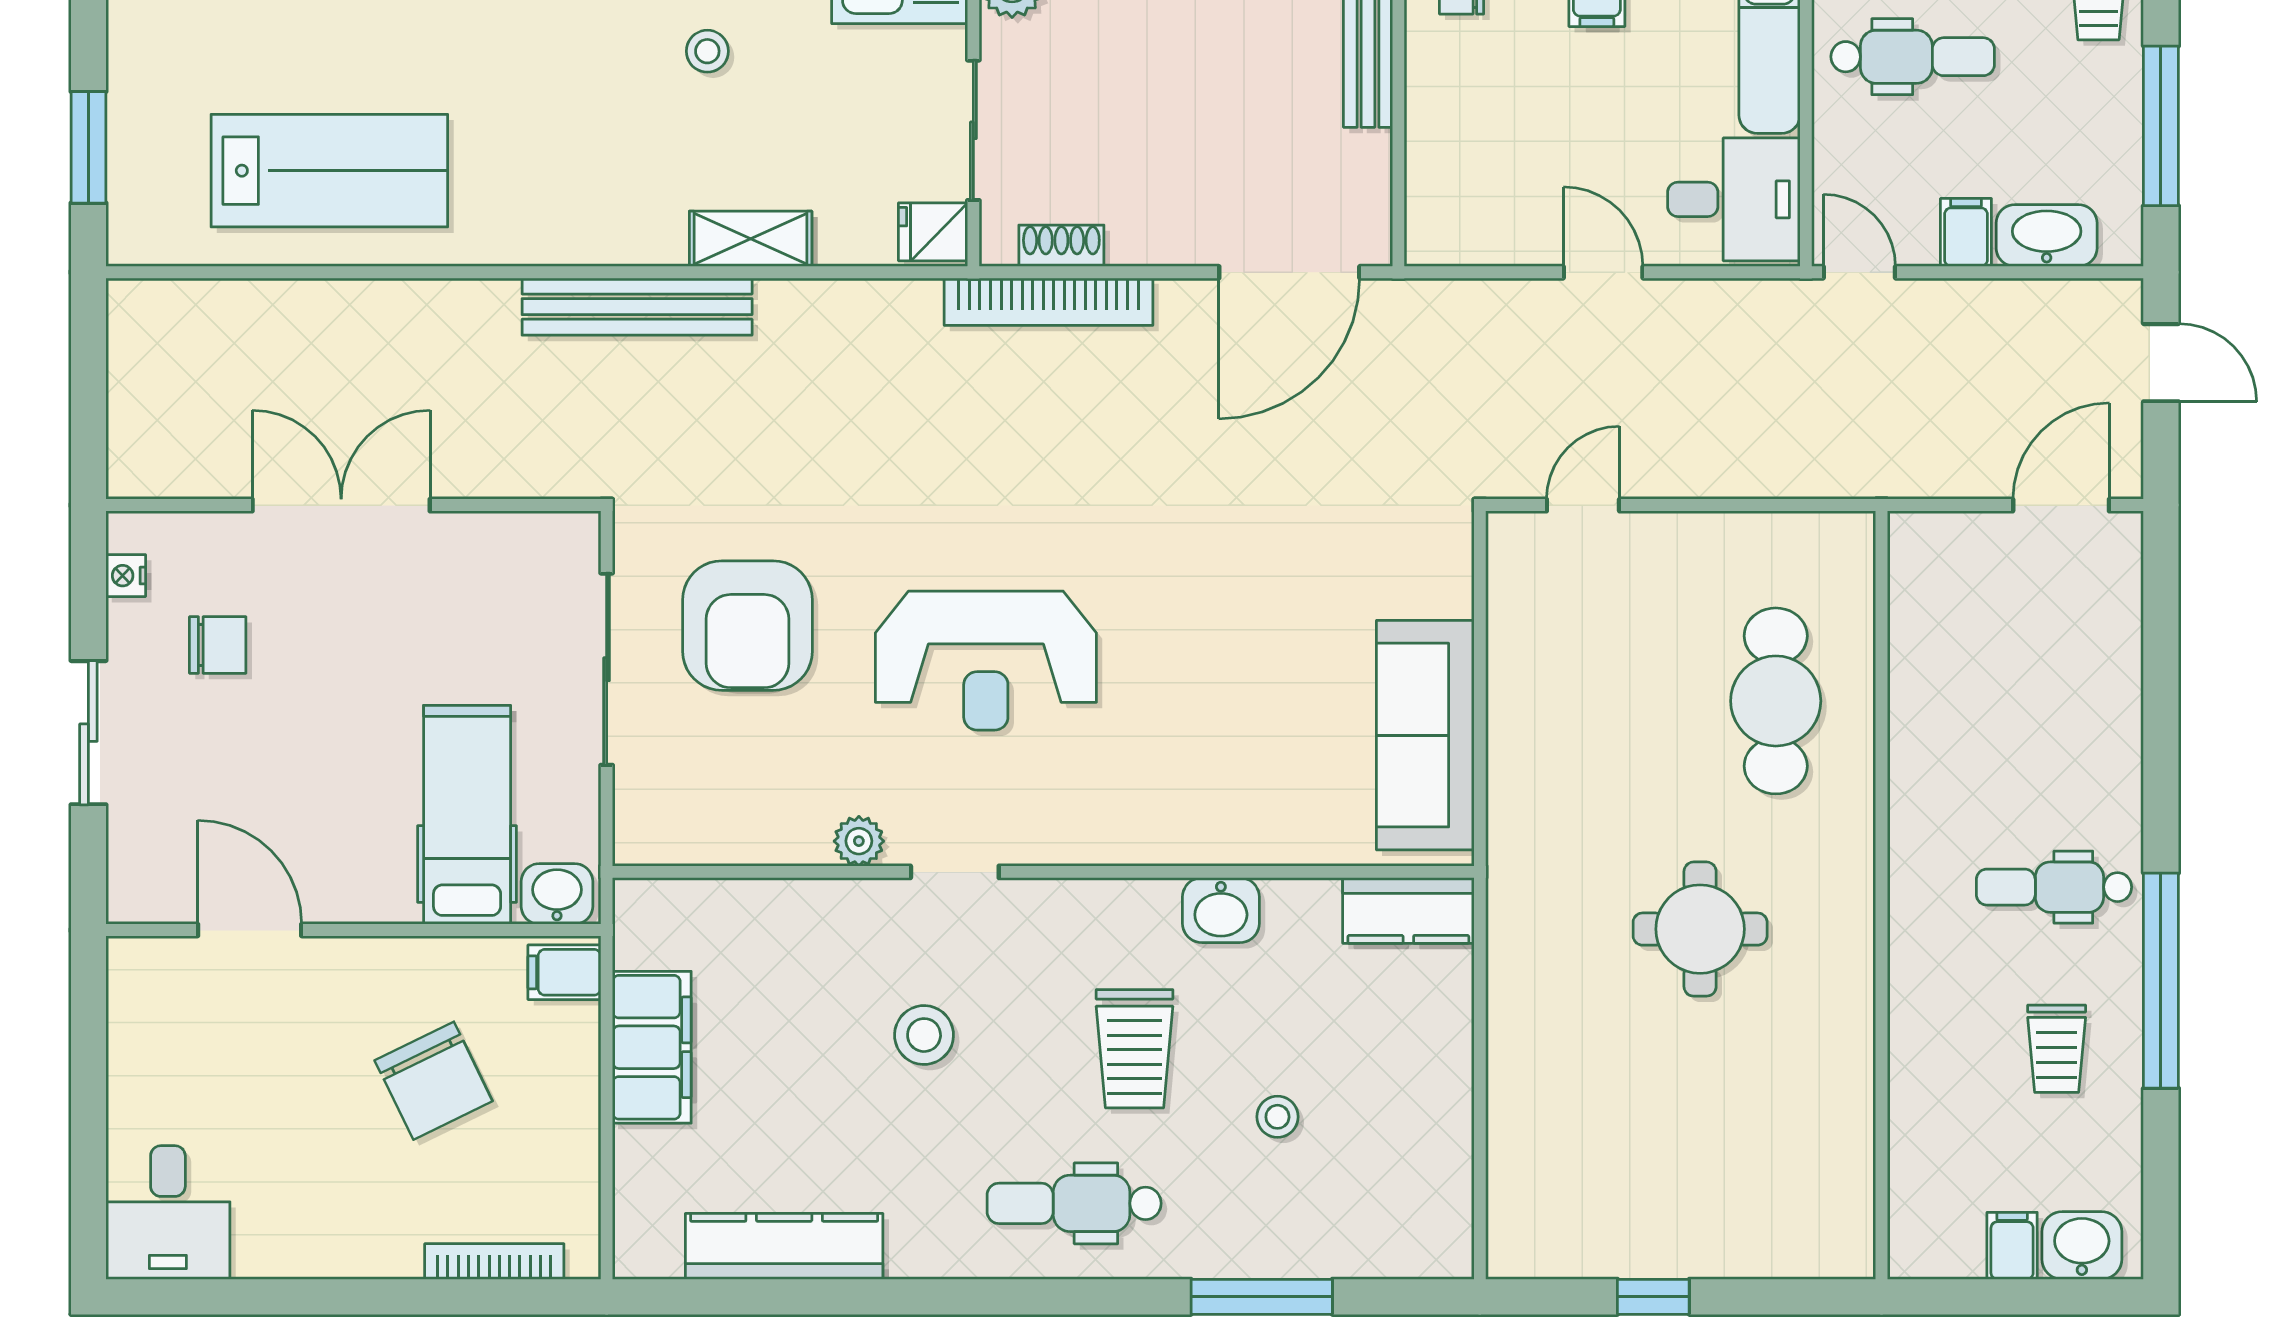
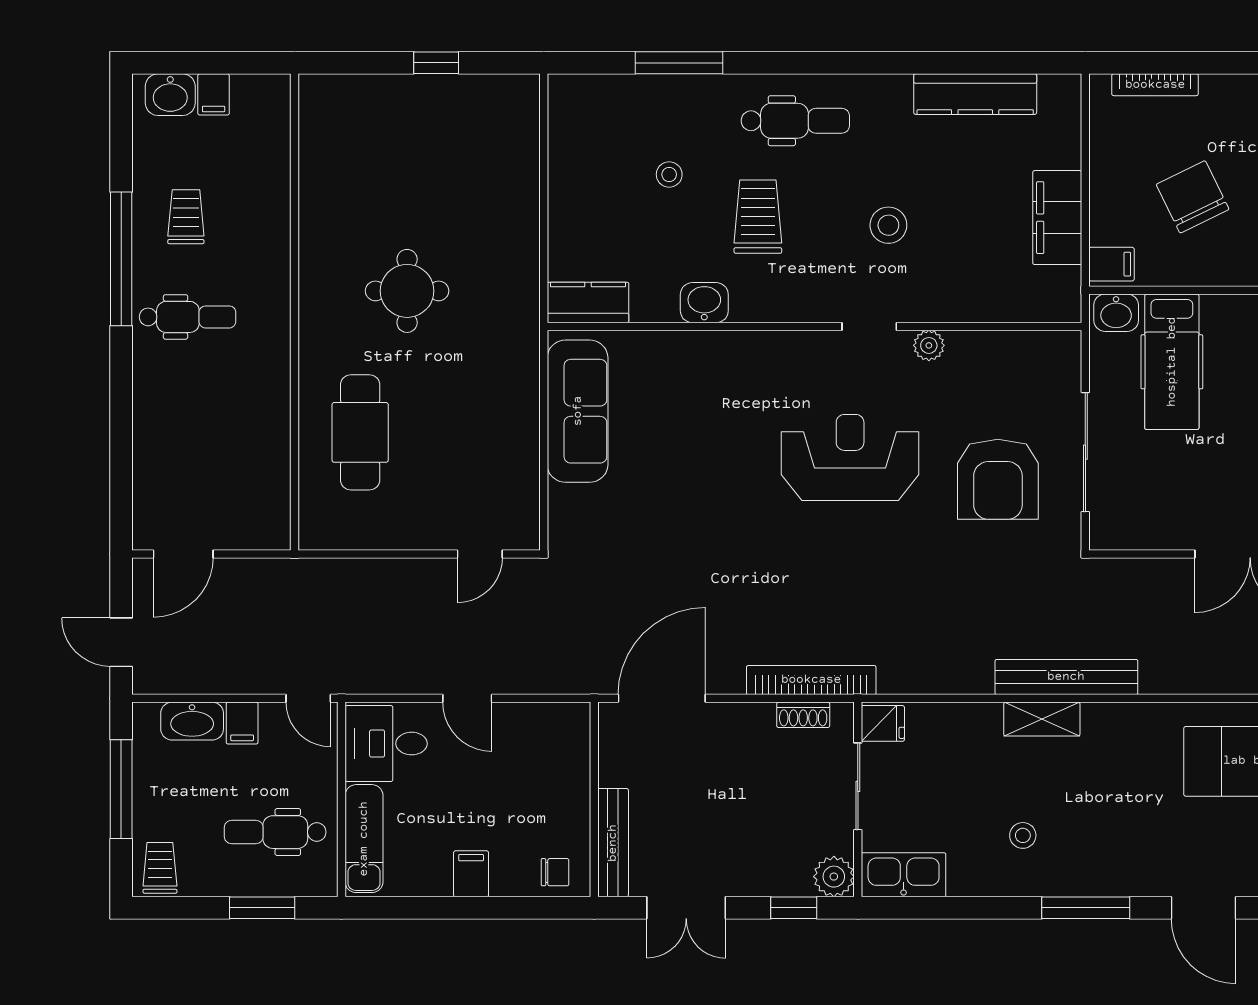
shelving: (751, 239) -> (1042, 719), moved
armchair: (748, 626) -> (998, 479), turned 180

